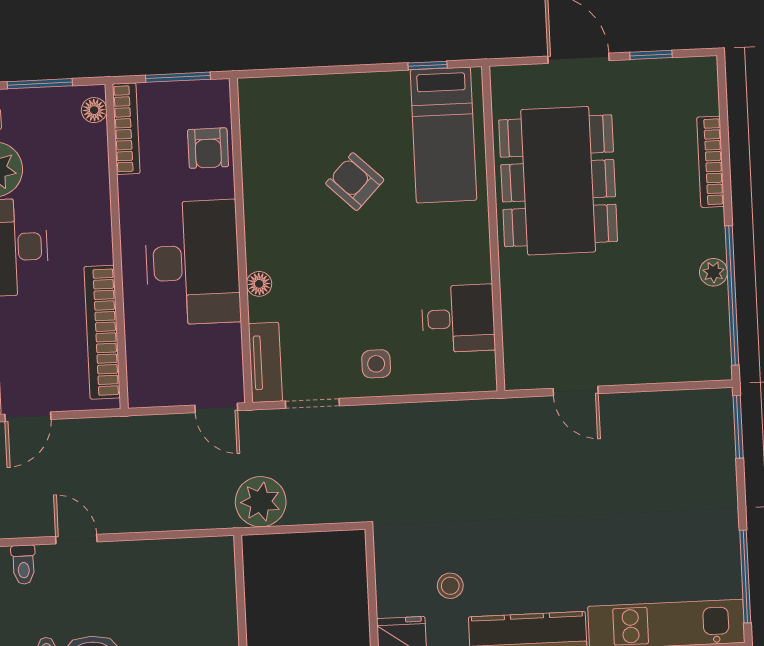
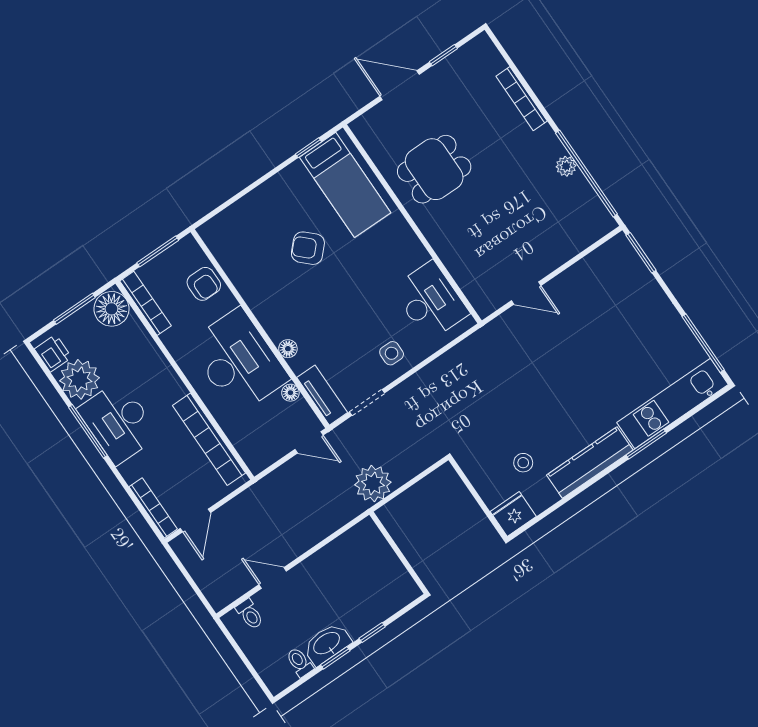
floor lamp: (94, 110) -> (112, 309), width x1.89, depth x1.89
dining table: (558, 181) -> (434, 169), width x0.53, depth x0.80
desk: (458, 319) -> (430, 301), width x1.37
floor lamp: (230, 337) -> (290, 393), added

